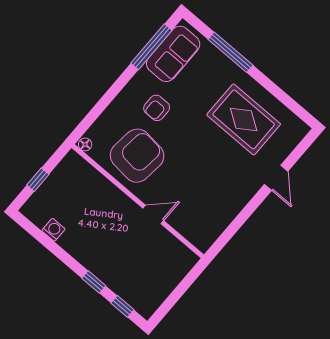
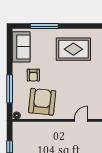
window: (151, 47) -> (10, 89), moved
door: (153, 214) -> (81, 120), moved

